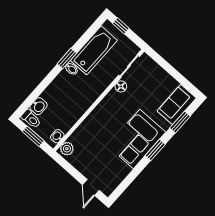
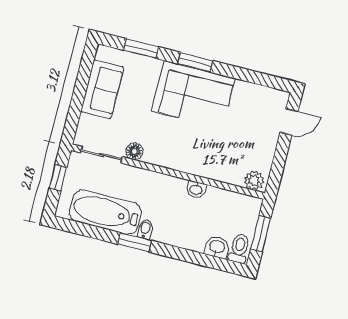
window: (121, 26) -> (58, 178), moved
sofa: (177, 105) -> (102, 89), moved, turned -90
washbasin: (57, 136) -> (196, 189), moved

